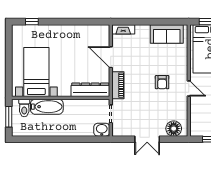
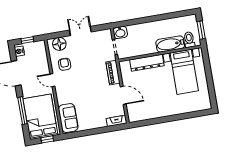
window: (32, 22) -> (195, 114), removed
sofa: (167, 34) -> (68, 118), moved, turned 90
armchair: (162, 82) -> (65, 64), moved
dresser: (90, 90) -> (147, 63), moved

